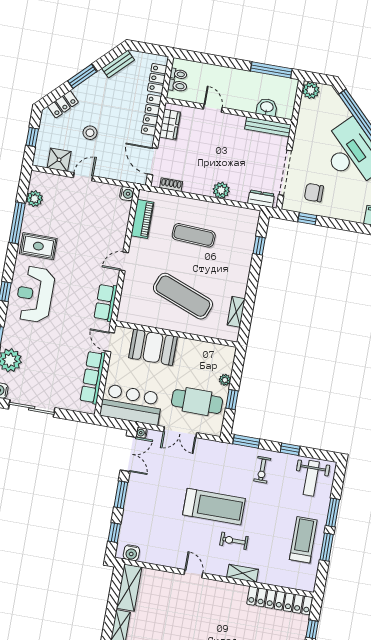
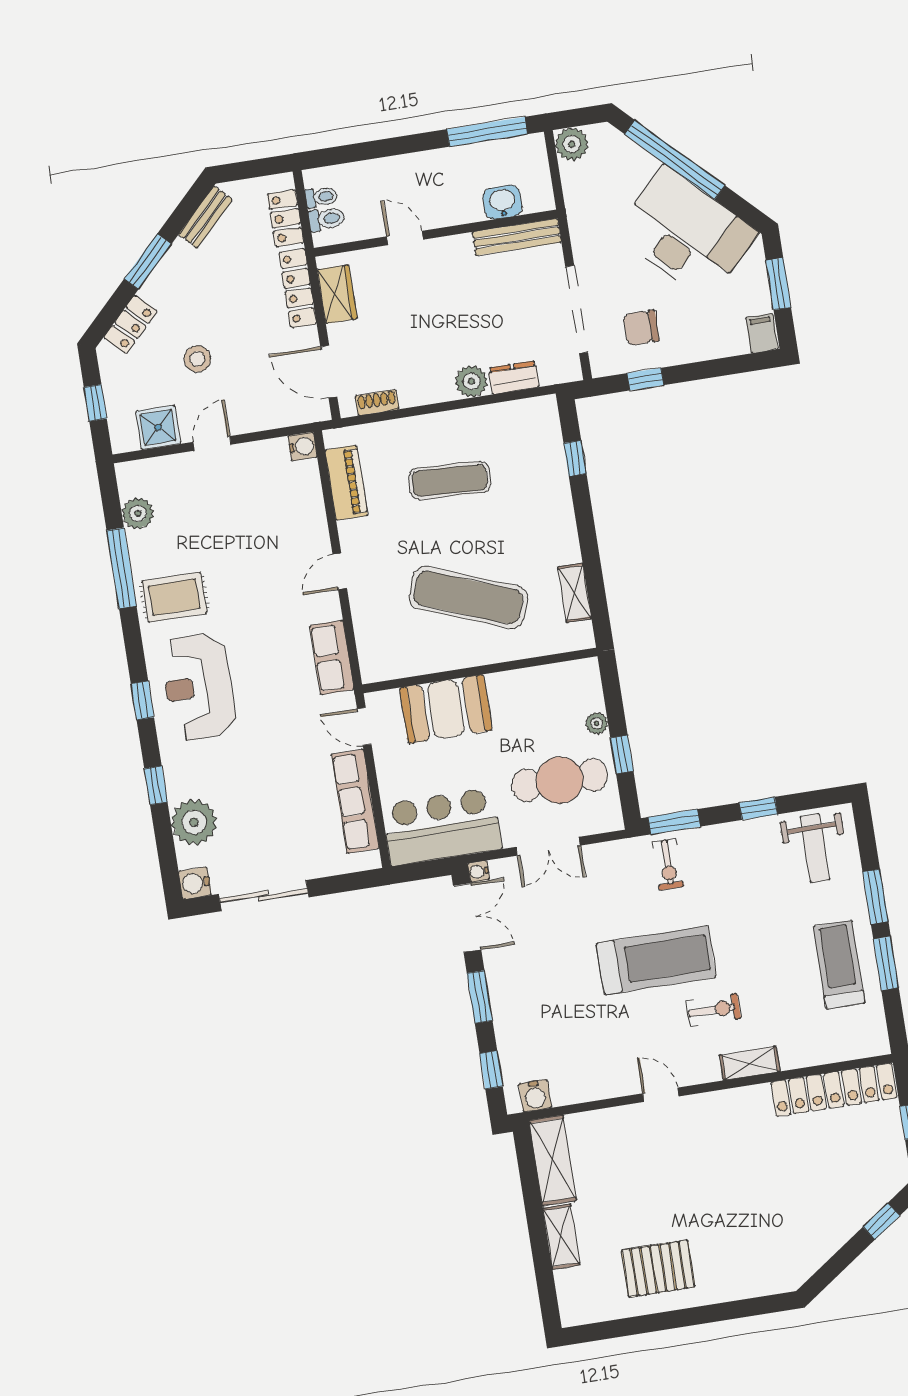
dresser: (261, 199) -> (514, 377), moved
exercise bike: (262, 470) -> (668, 864), moved
exercise bike: (234, 541) -> (714, 1010), turned 180

